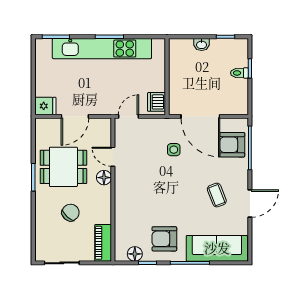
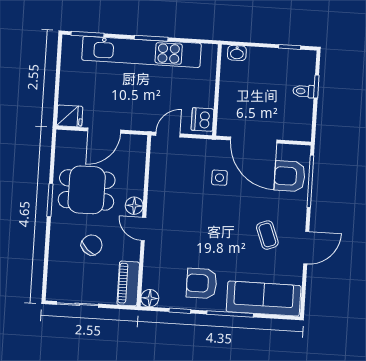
washbasin: (202, 45) -> (237, 53), moved
door: (113, 157) -> (143, 229), moved
floor lamp: (135, 254) -> (150, 298), moved

